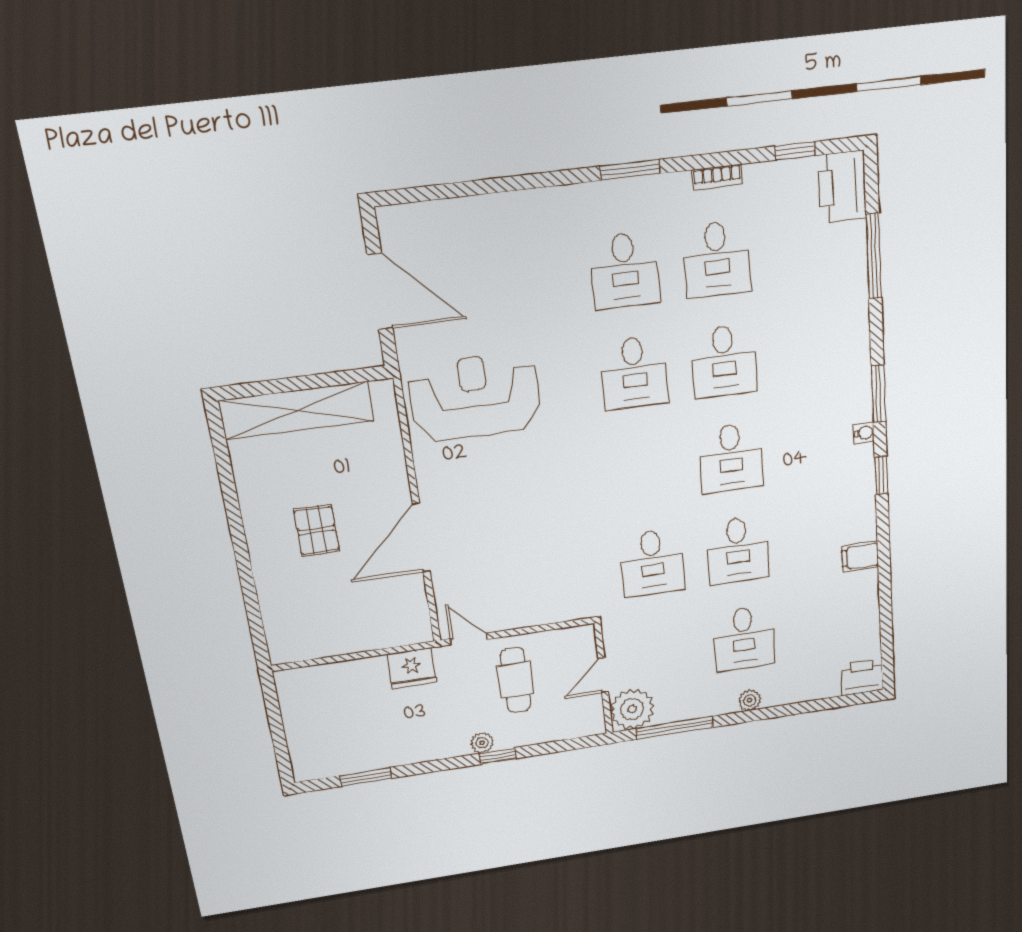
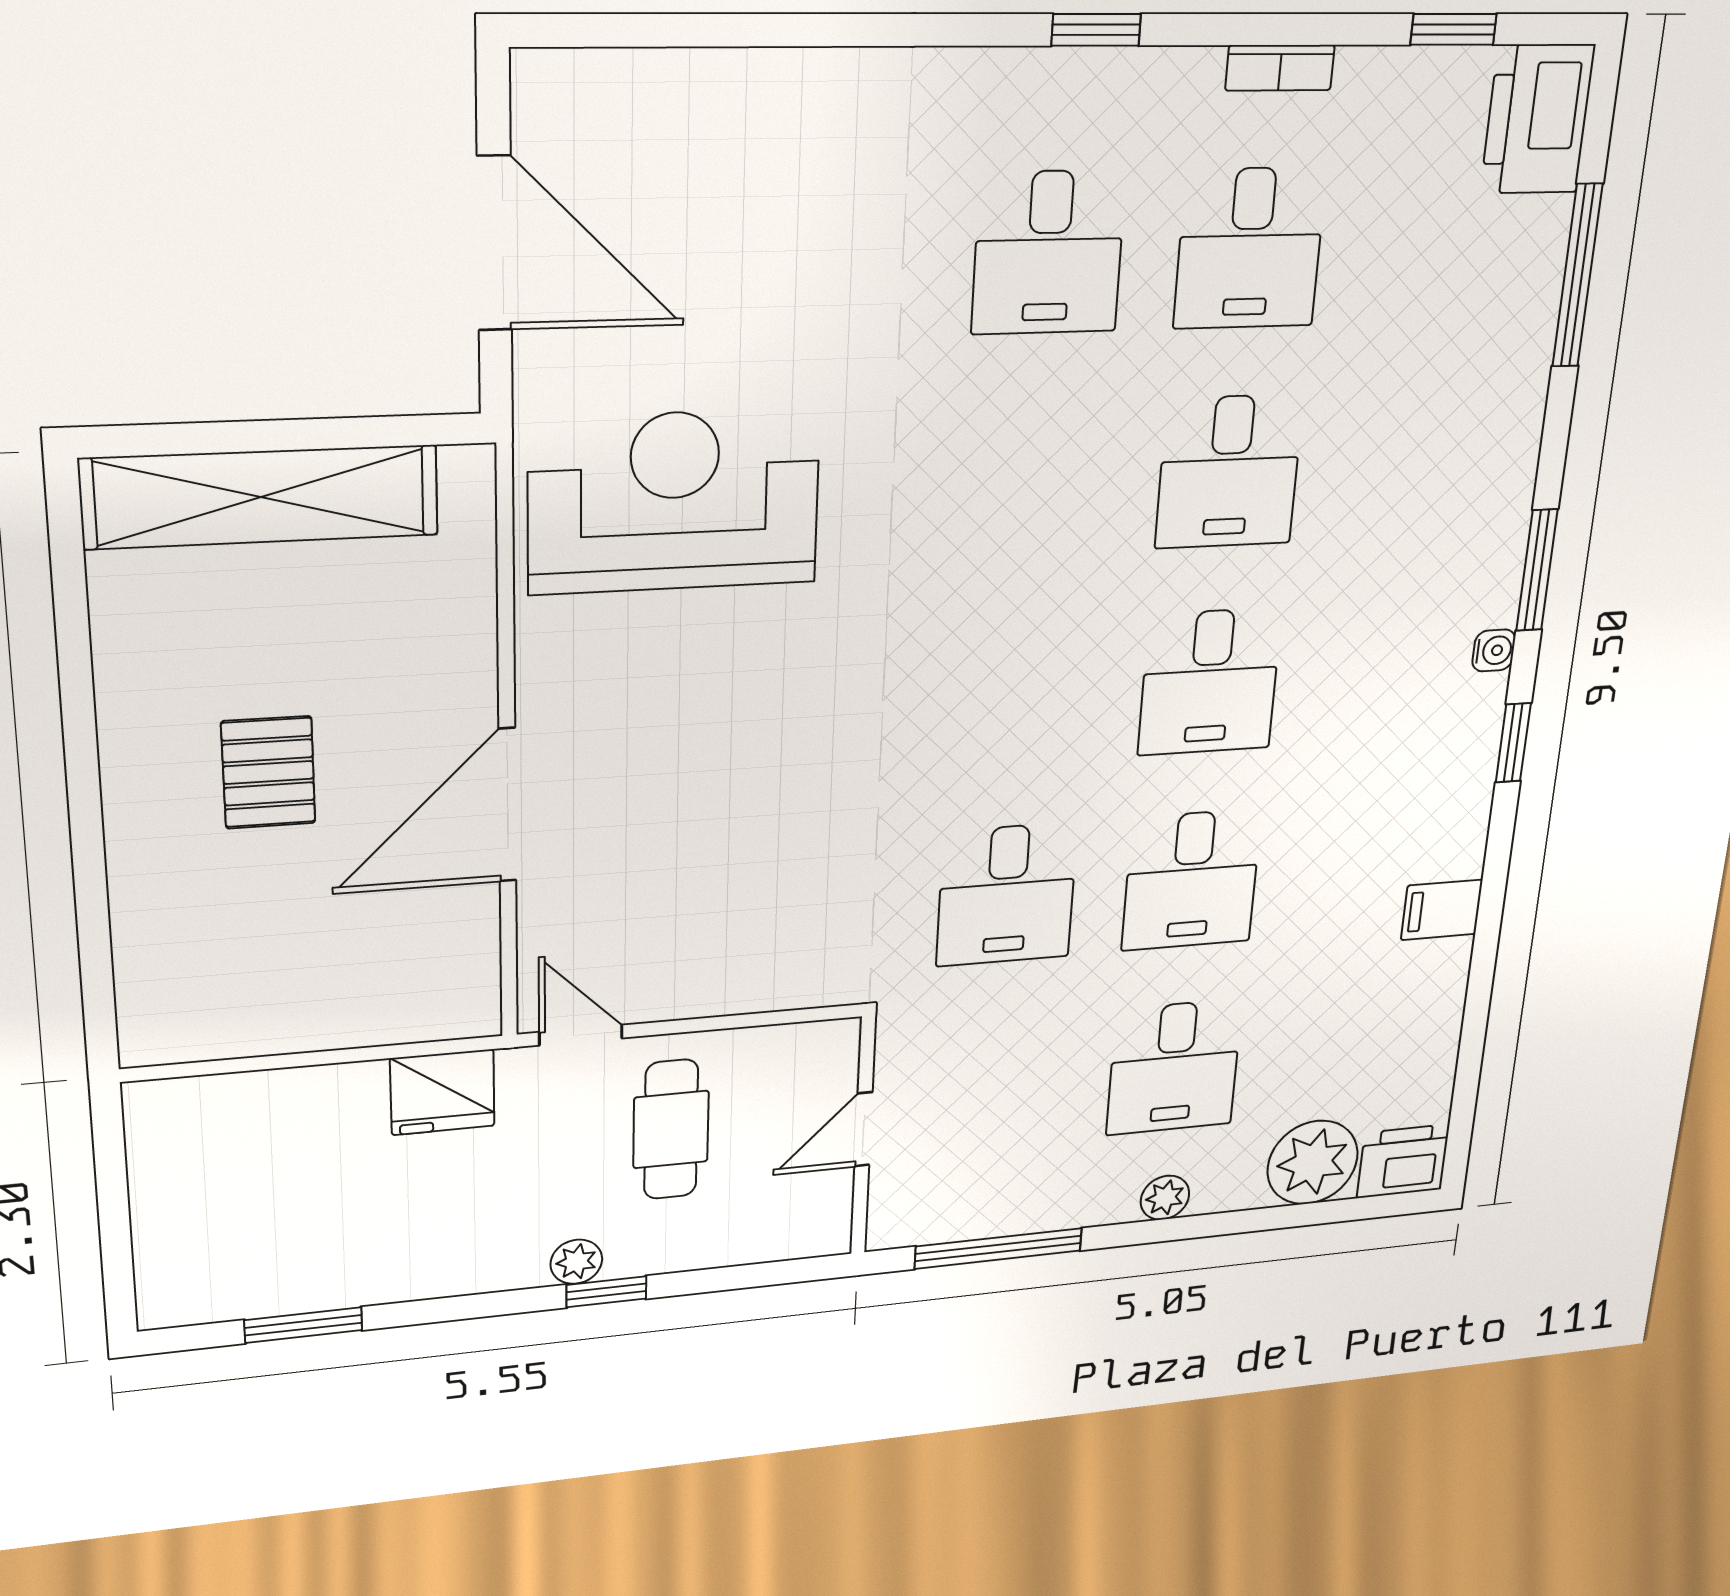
window: (630, 170) -> (1096, 30), width x0.67
desk: (634, 373) -> (1034, 480), removed
plant: (632, 709) -> (1313, 1162), moved

